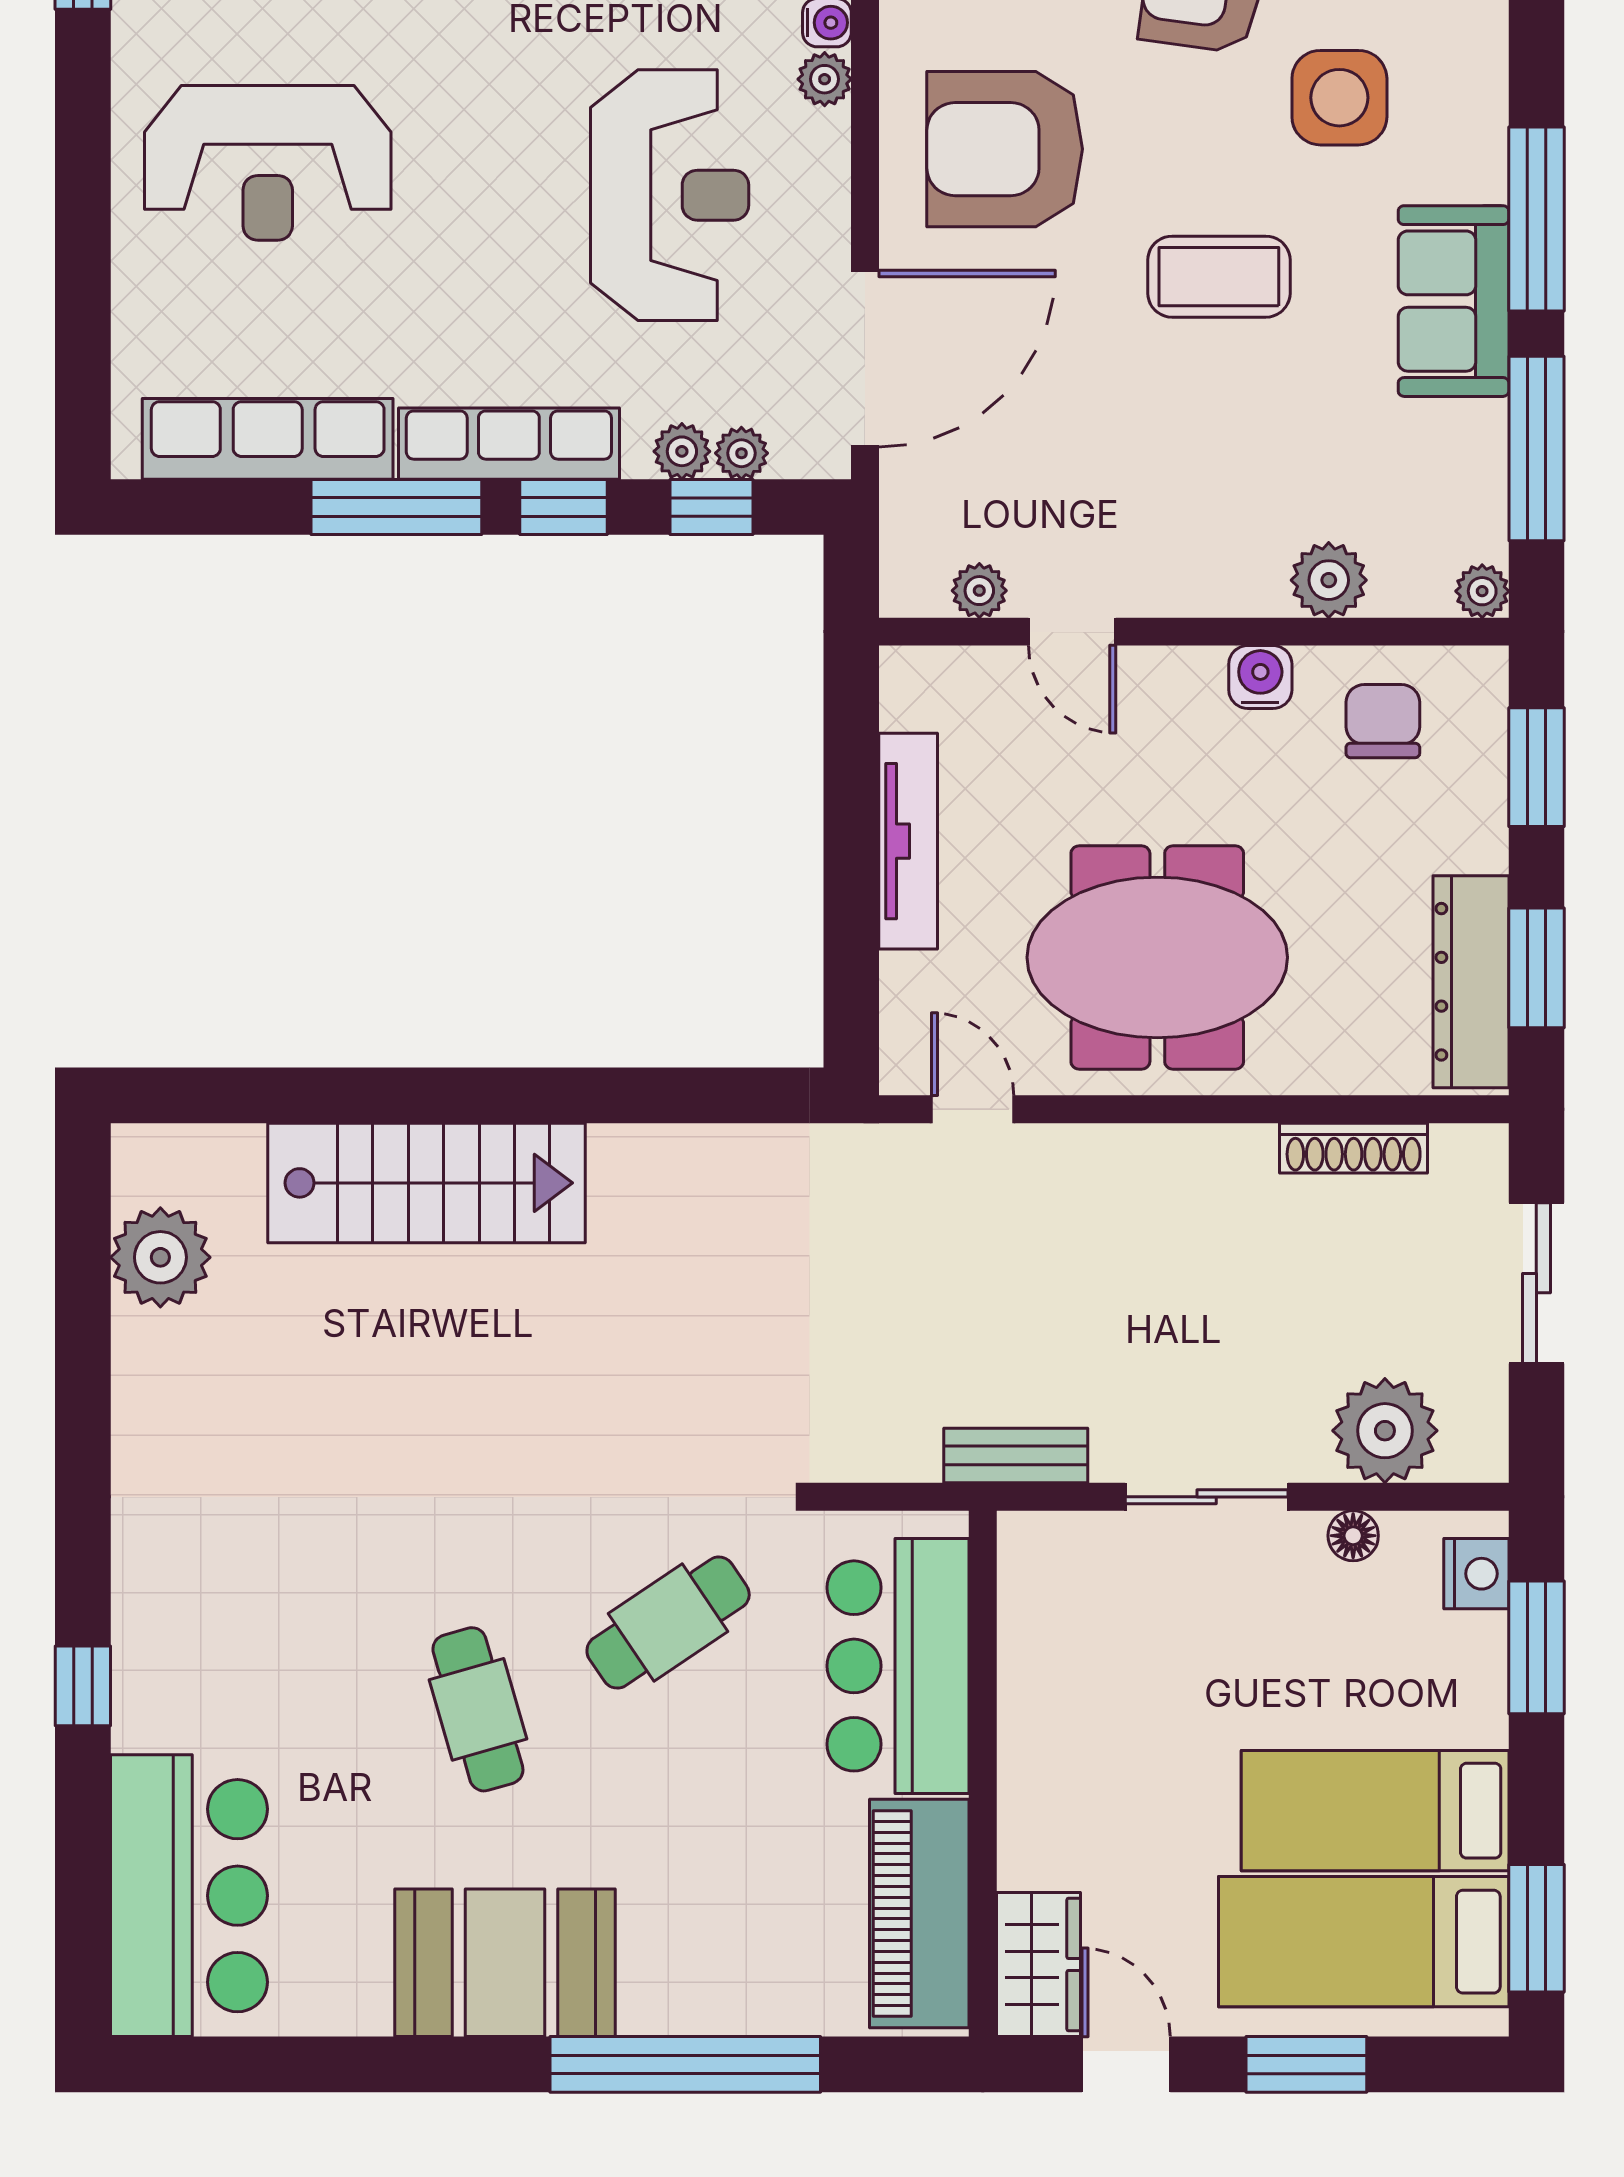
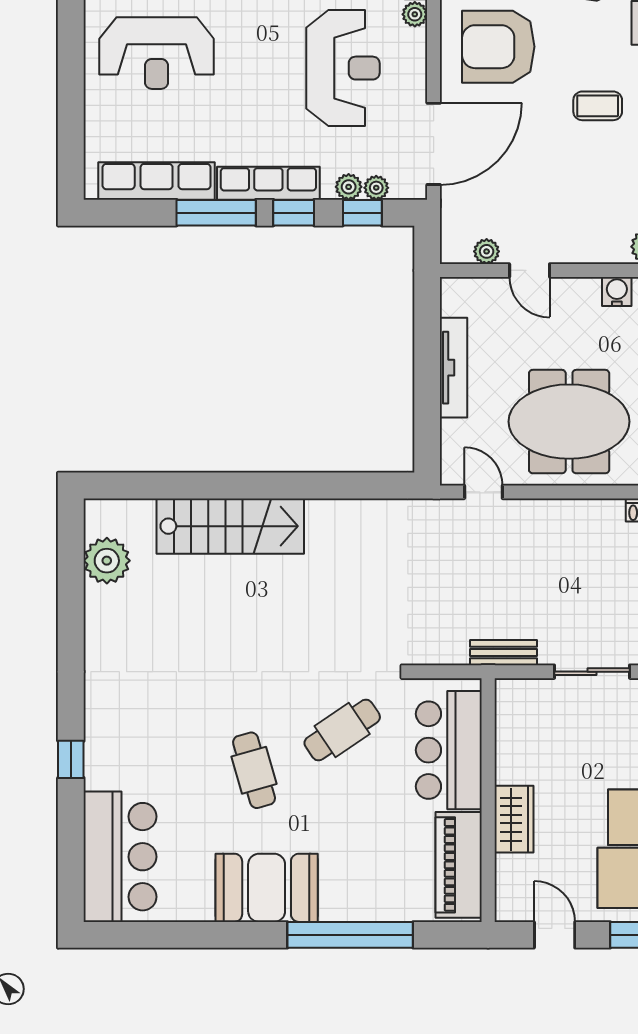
coffee table: (1219, 277) -> (598, 106), width x0.73, depth x0.77
wardrobe: (1038, 1964) -> (514, 819), moved

